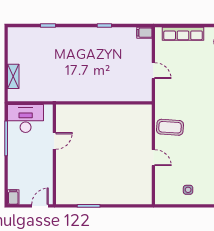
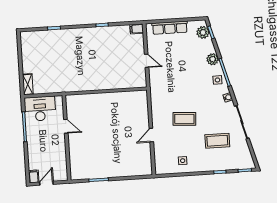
shelving: (13, 76) -> (28, 84), moved
coffee table: (170, 127) -> (184, 119), moved
door: (54, 141) -> (66, 126), hinge flipped
door: (153, 158) -> (151, 135), swing flipped
door: (40, 206) -> (46, 183), moved

